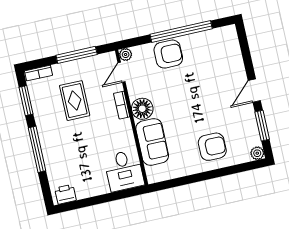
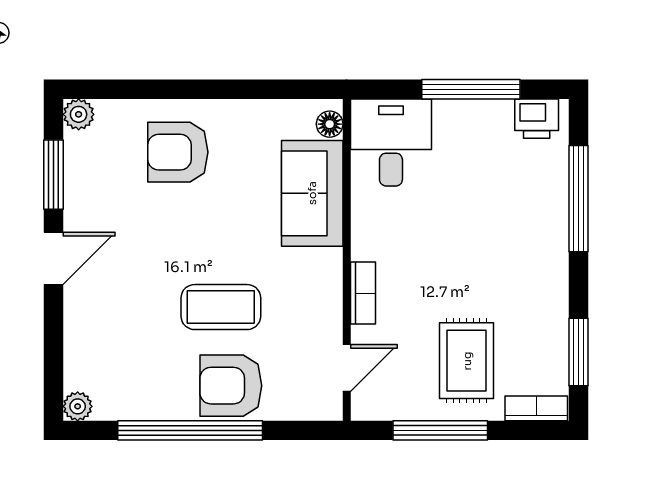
plant: (126, 54) -> (78, 406), moved
coffee table: (180, 86) -> (221, 307), added
rug: (75, 101) -> (467, 361), moved
floor lamp: (142, 109) -> (330, 124), moved, width x0.53, depth x0.53
window: (37, 149) -> (579, 199), moved
window: (96, 200) -> (471, 89), added

